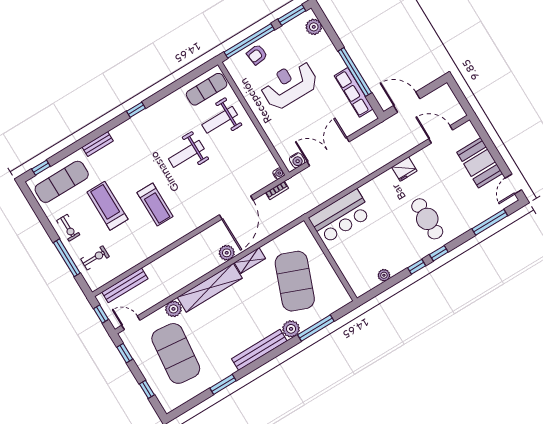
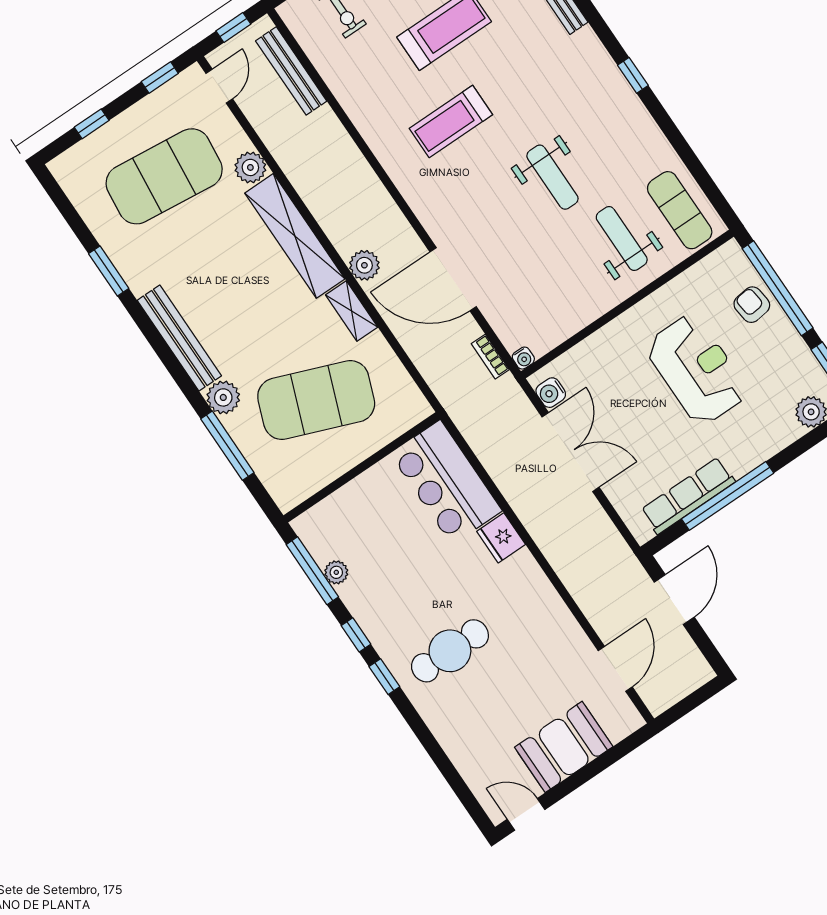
weight bench: (186, 154) -> (552, 177), turned 180
fridge: (404, 169) -> (501, 538), moved
window: (490, 222) -> (312, 571), moved

